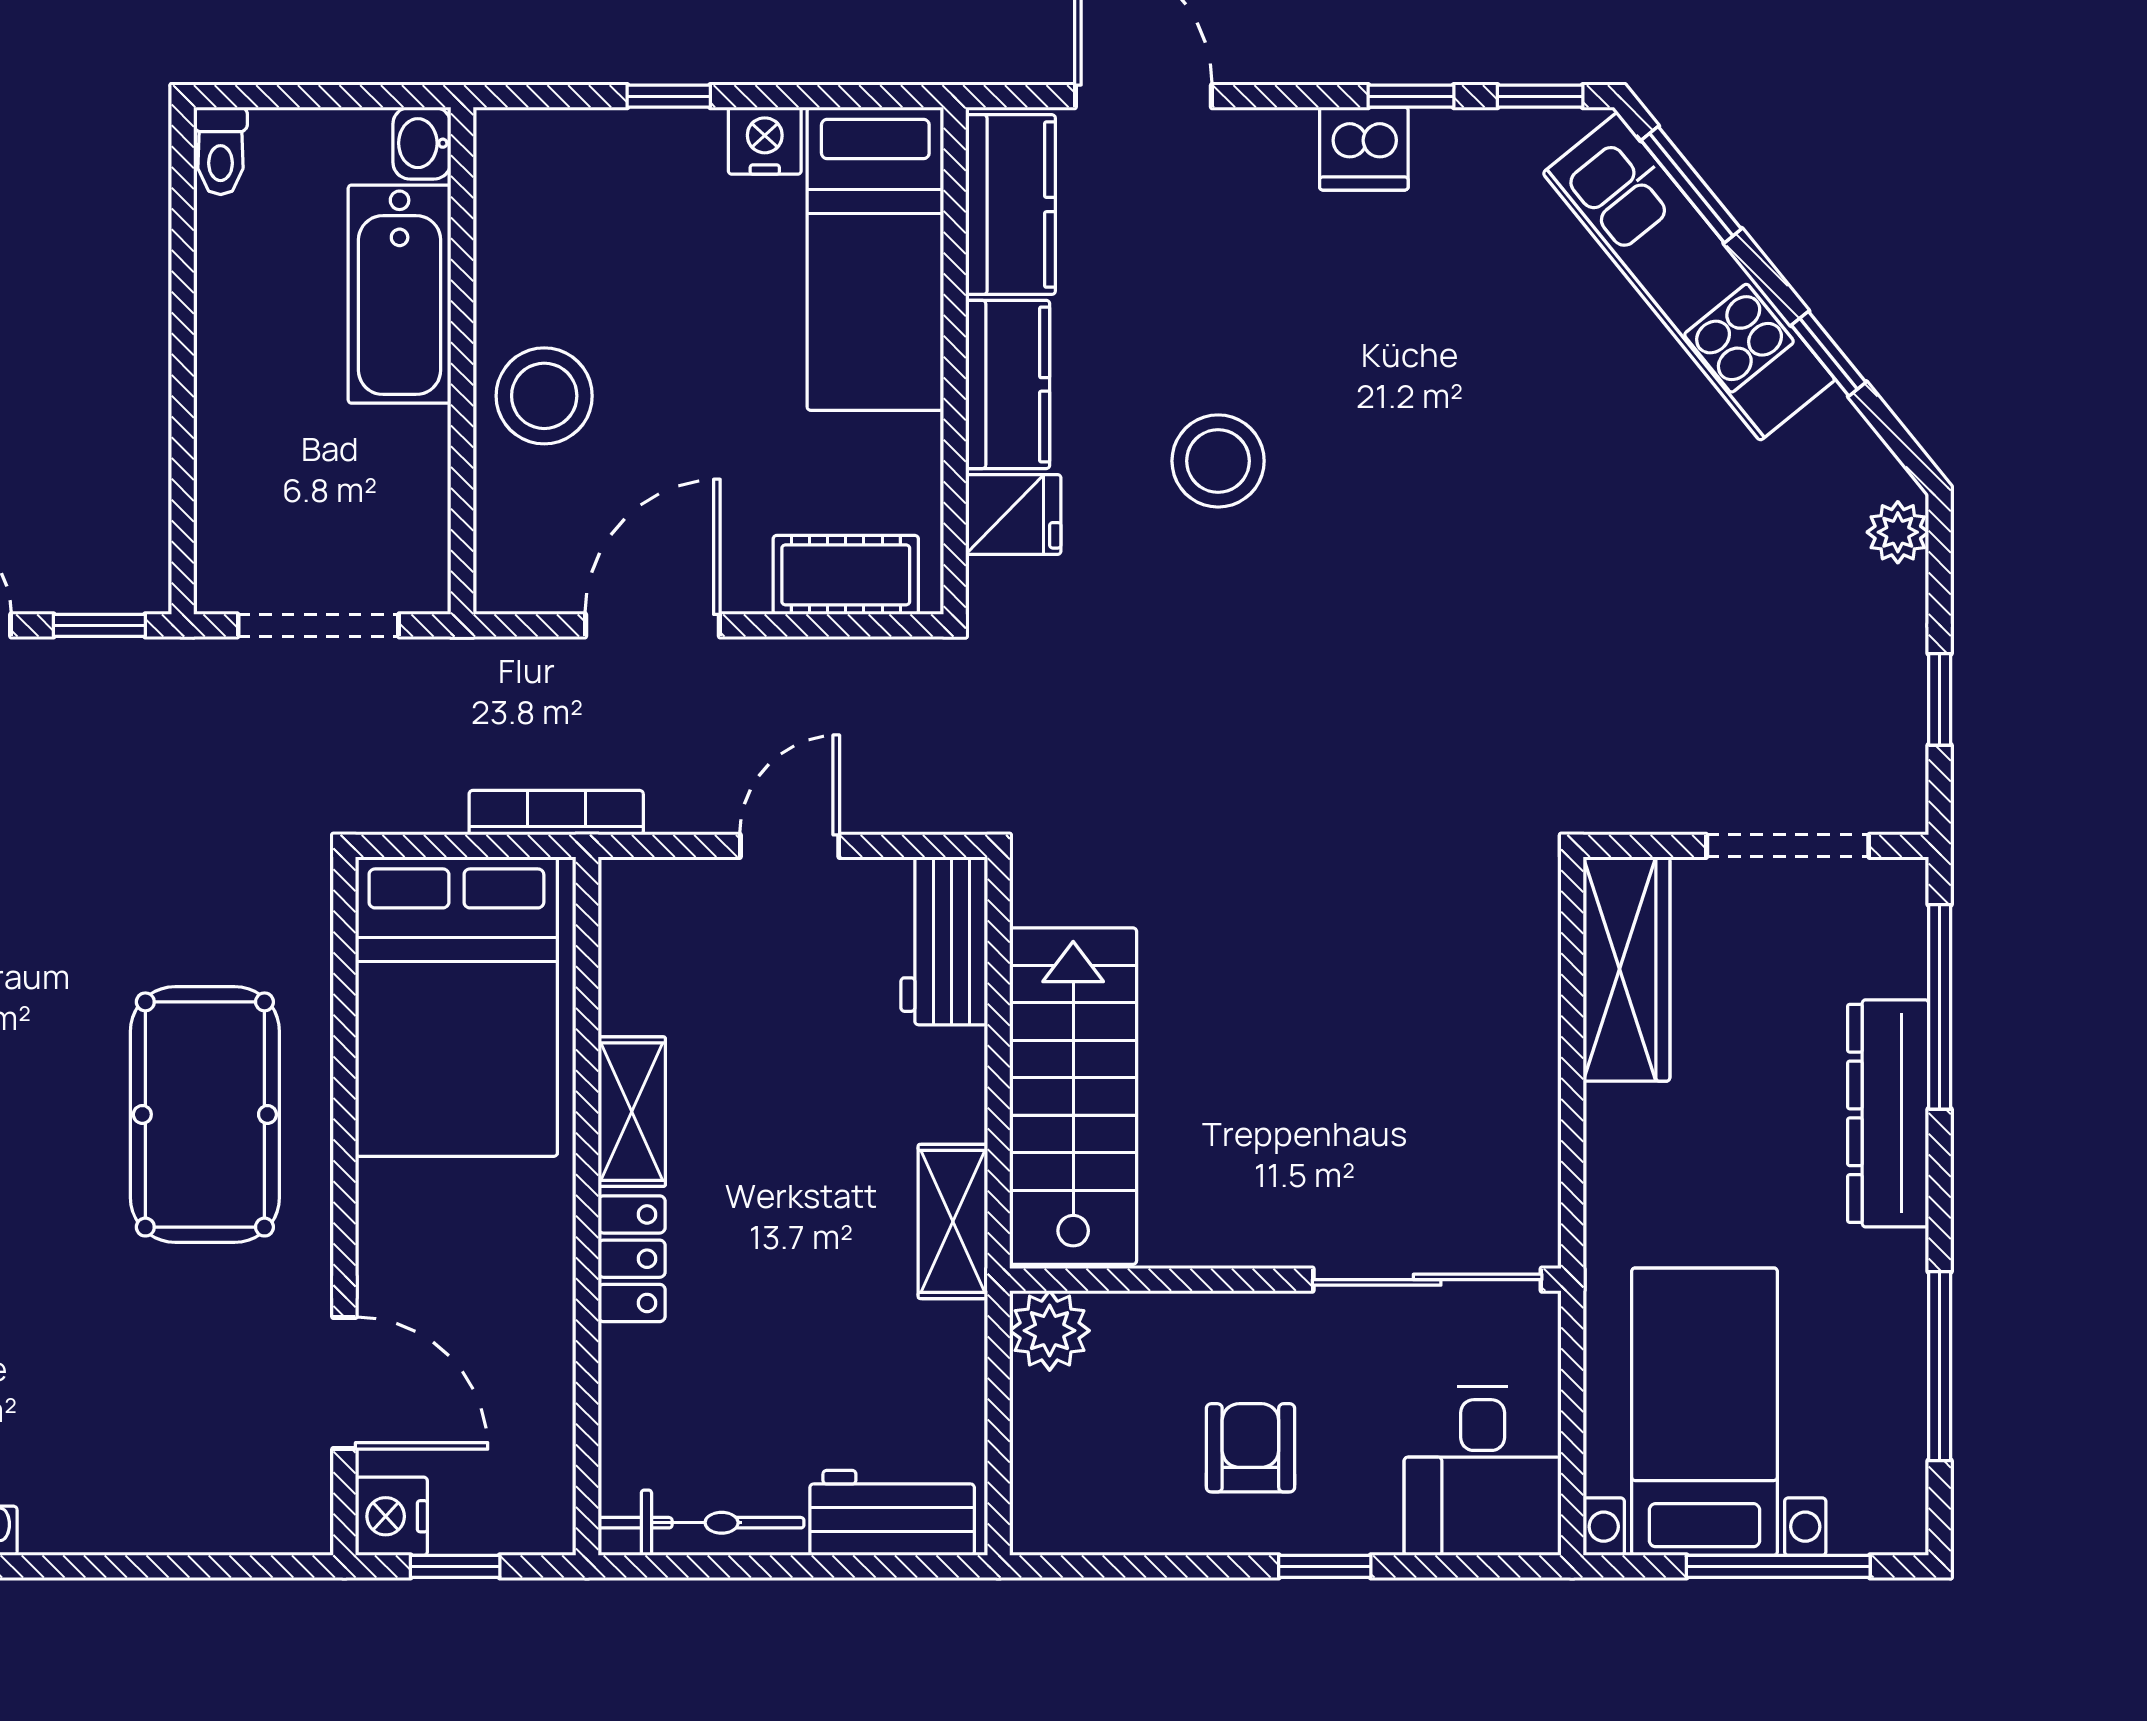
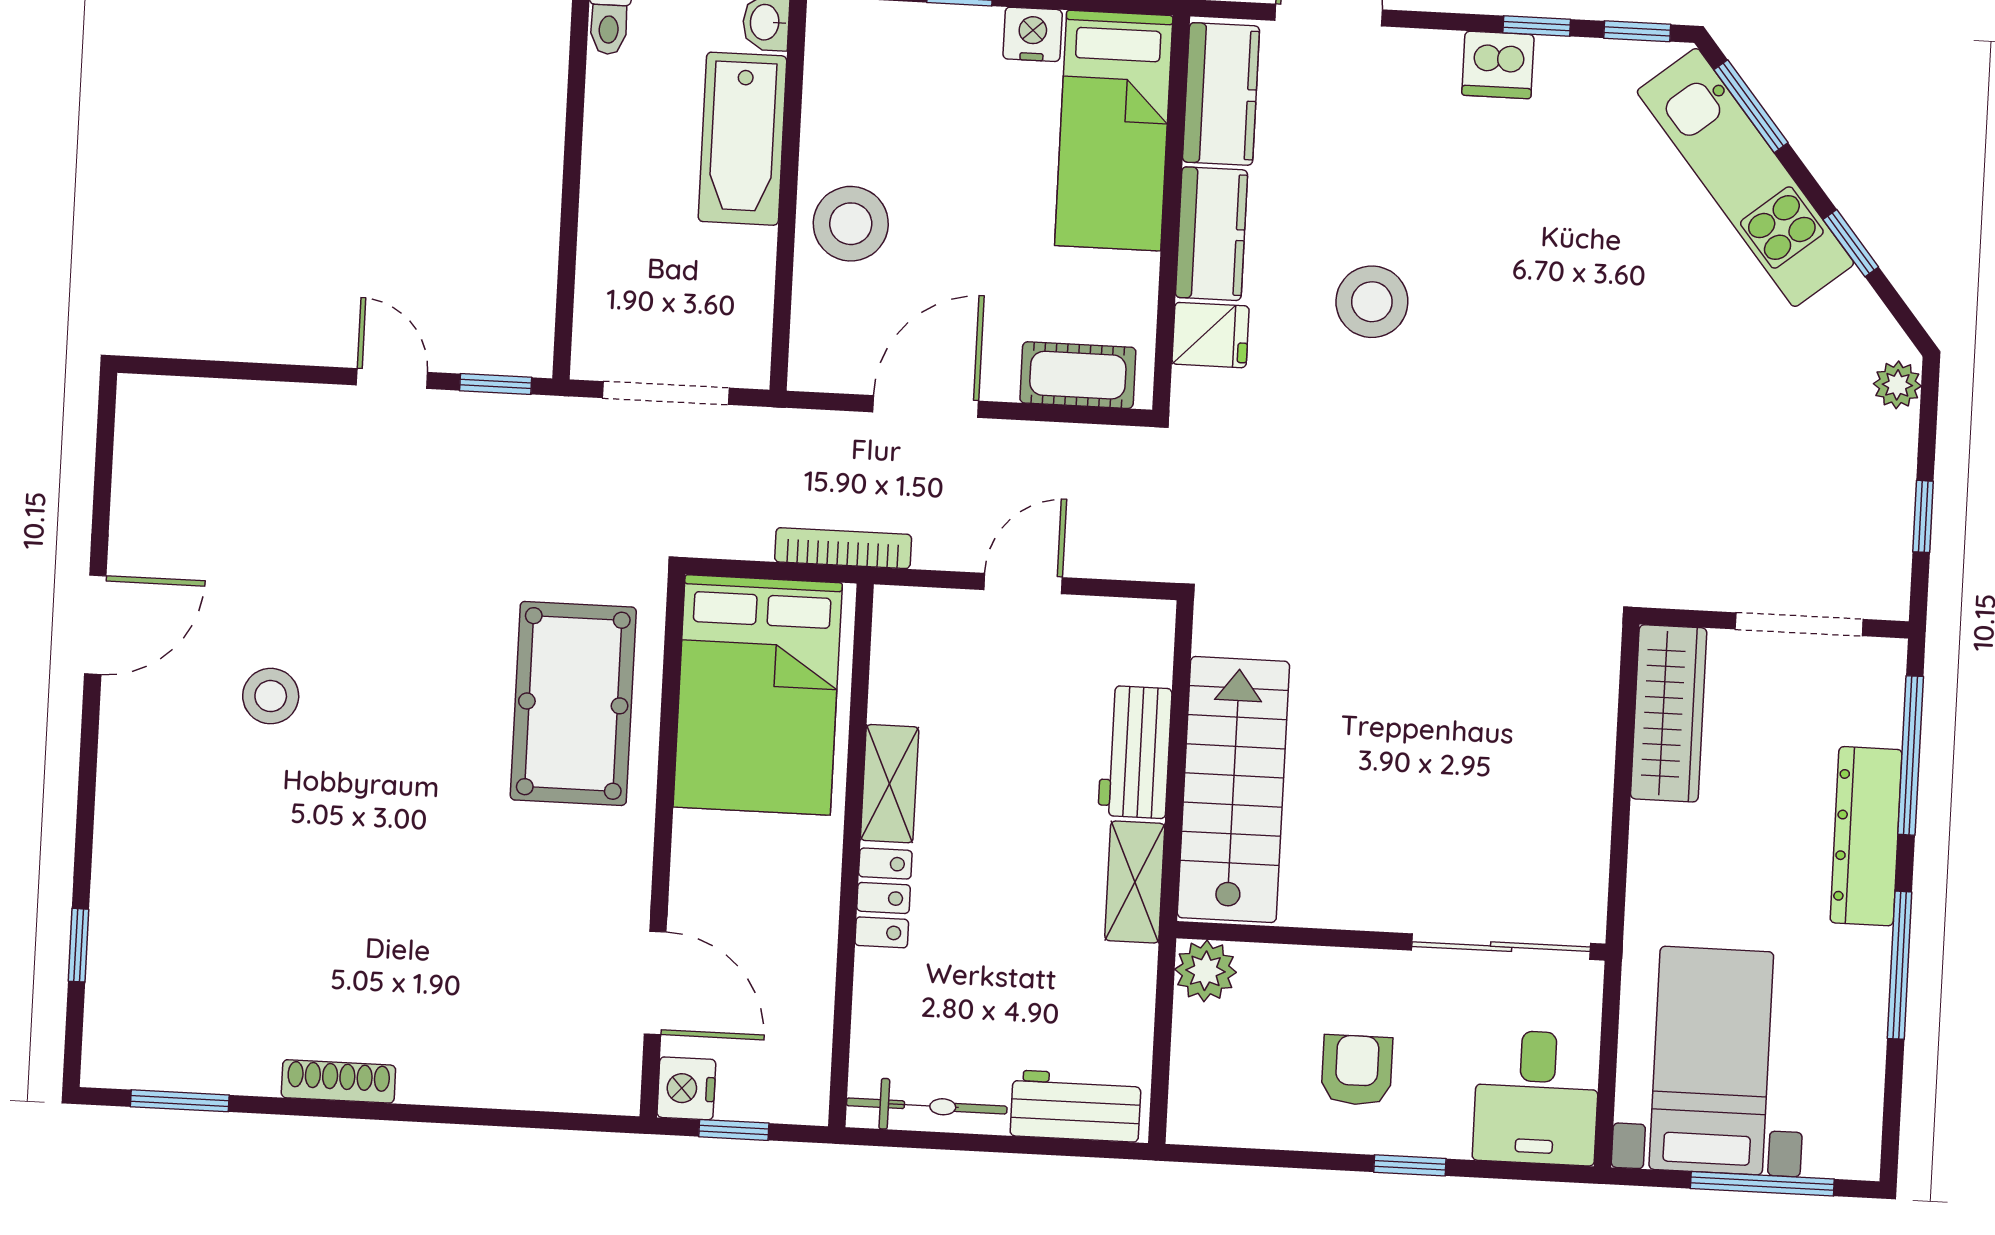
workbench: (944, 941) -> (1135, 752), moved
pool table: (205, 1114) -> (573, 703), moved
window: (1940, 1366) -> (1900, 965), moved

